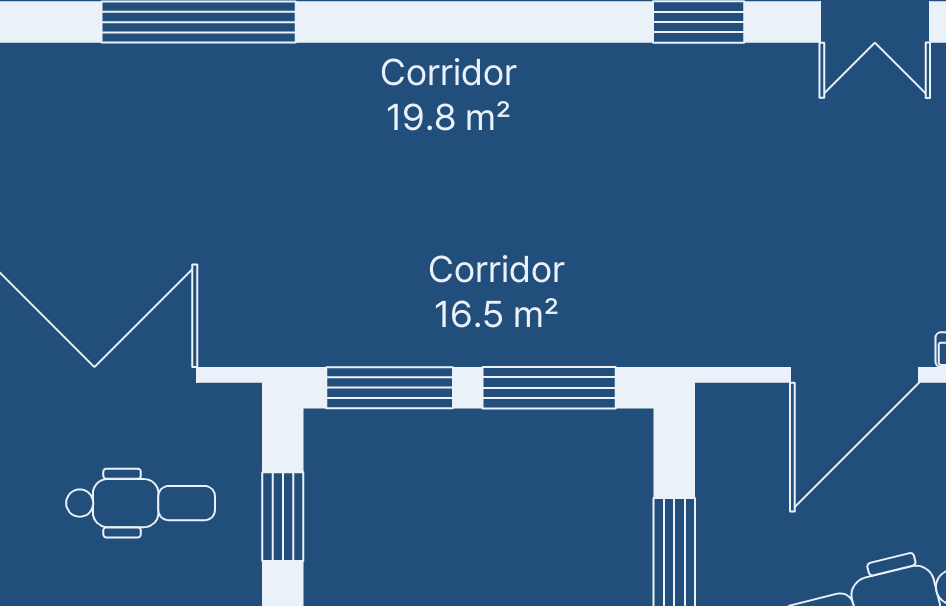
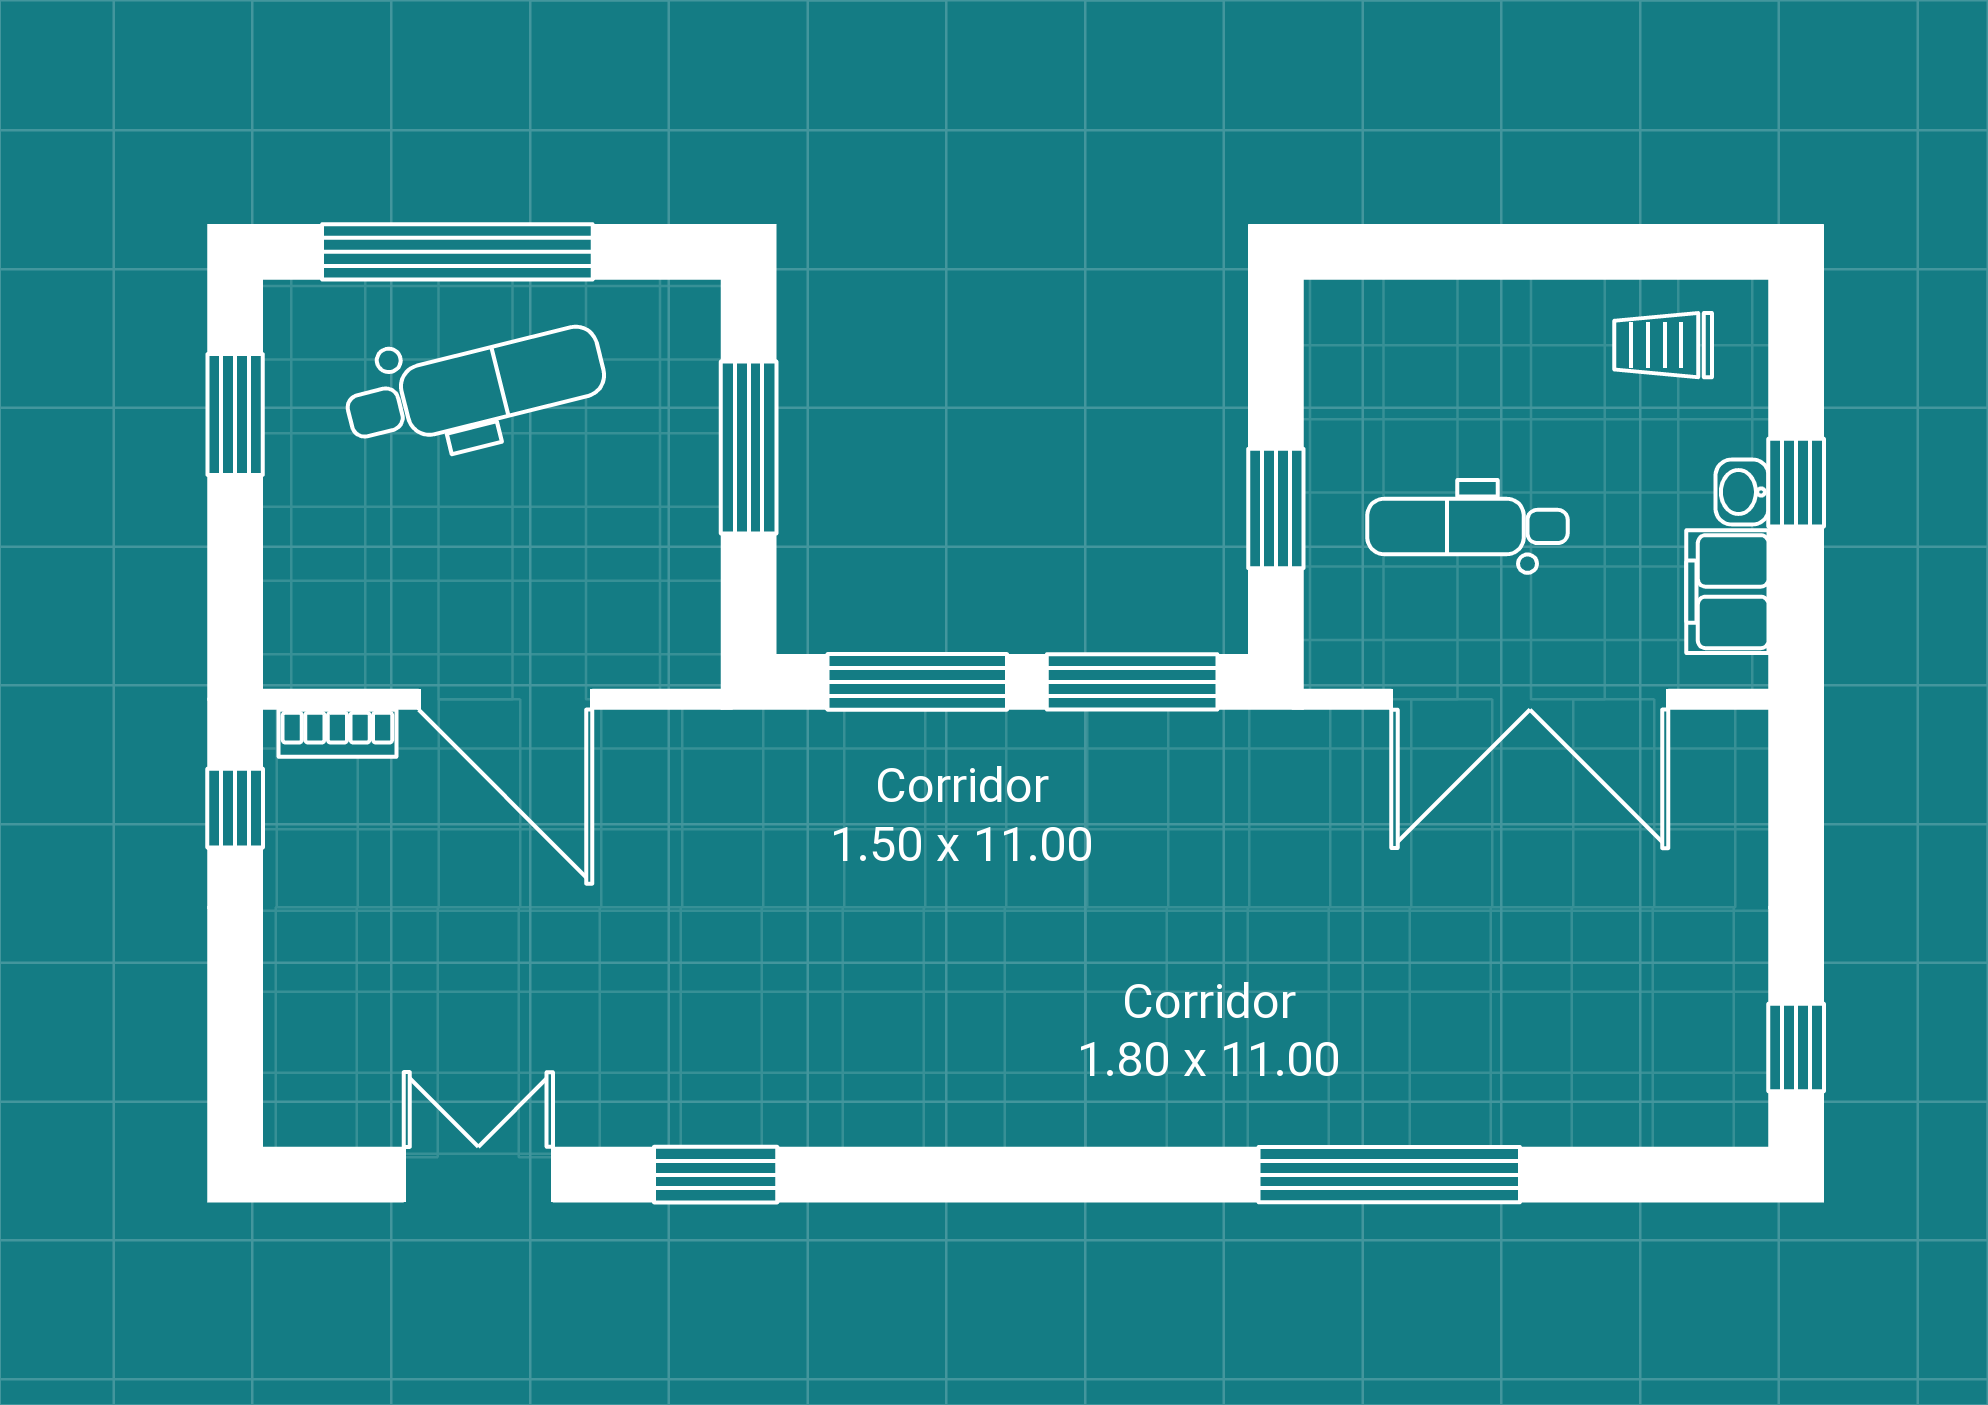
door: (855, 375) -> (506, 699), swing flipped

